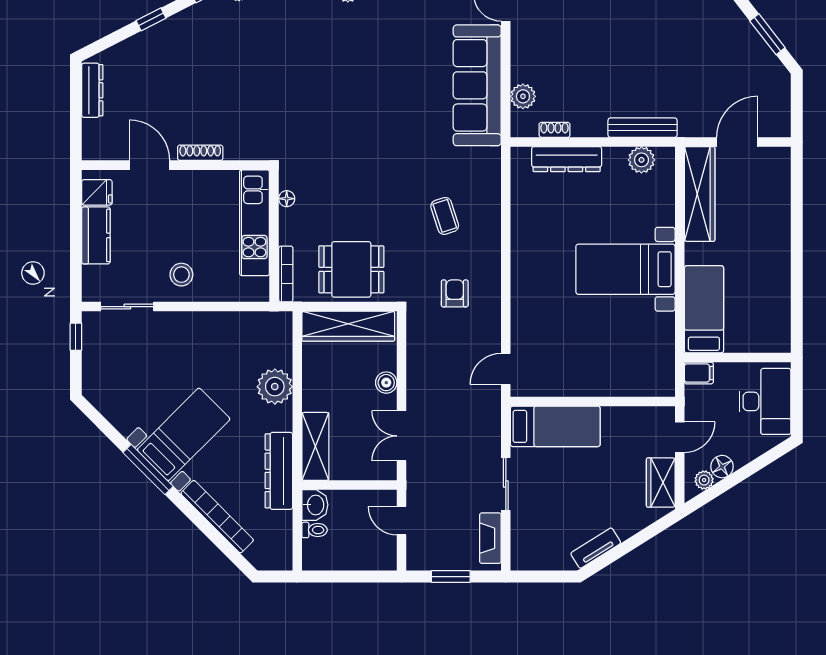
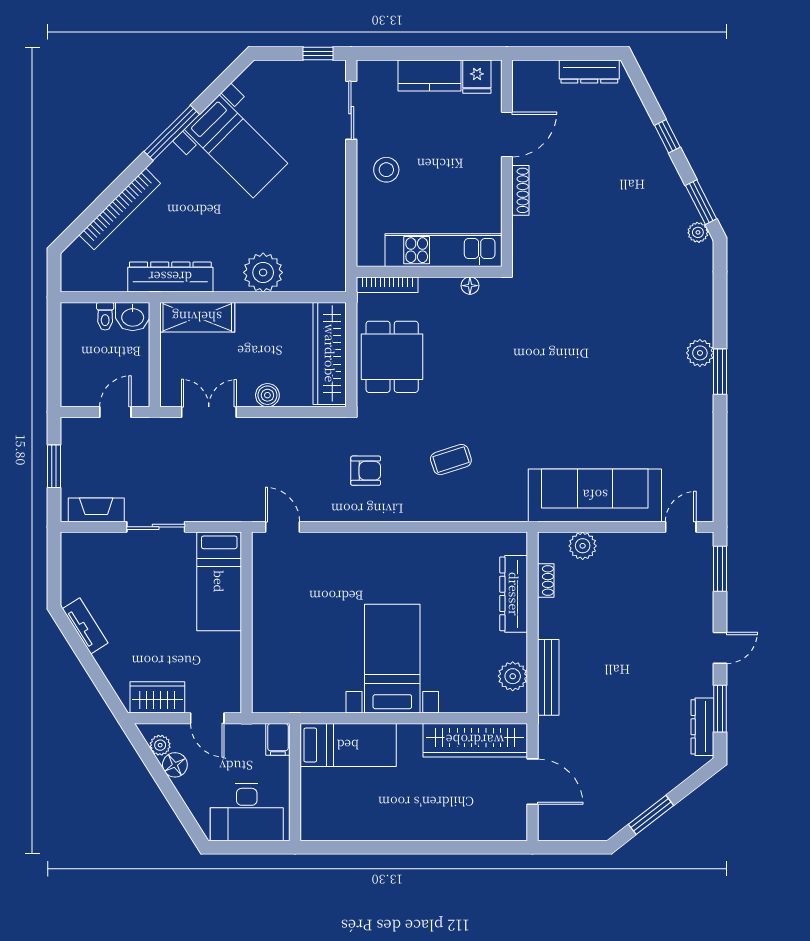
bed with nightstands: (184, 434) -> (236, 146), moved

